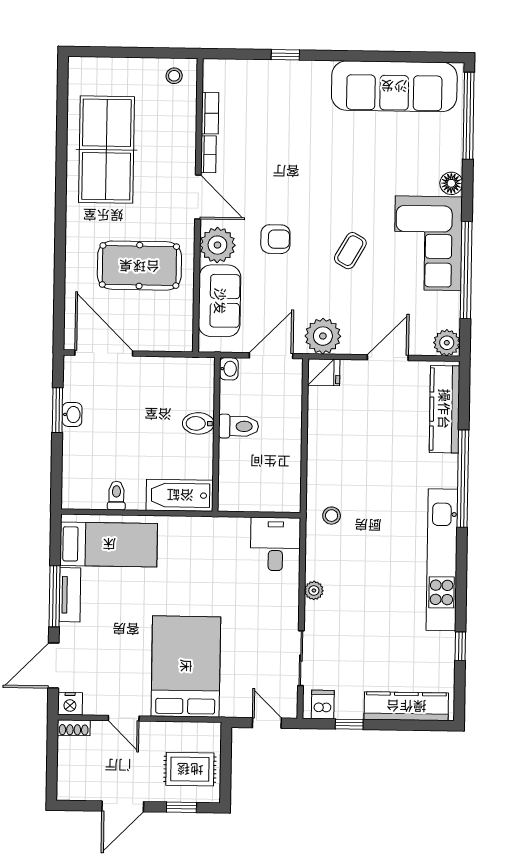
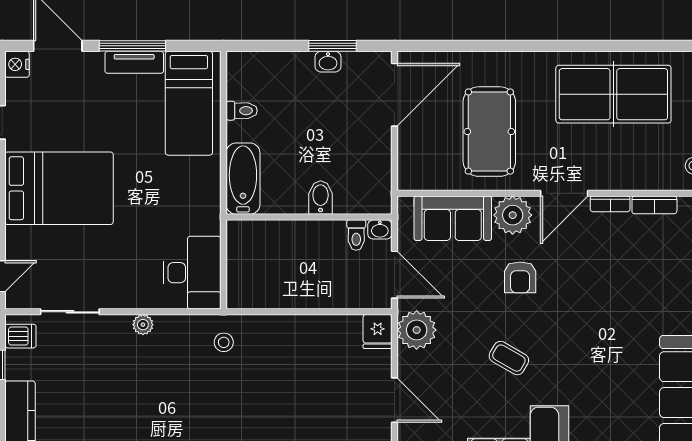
toilet: (239, 426) -> (356, 235), moved, width x0.73, depth x0.72
desk: (276, 544) -> (192, 273), width x1.37

